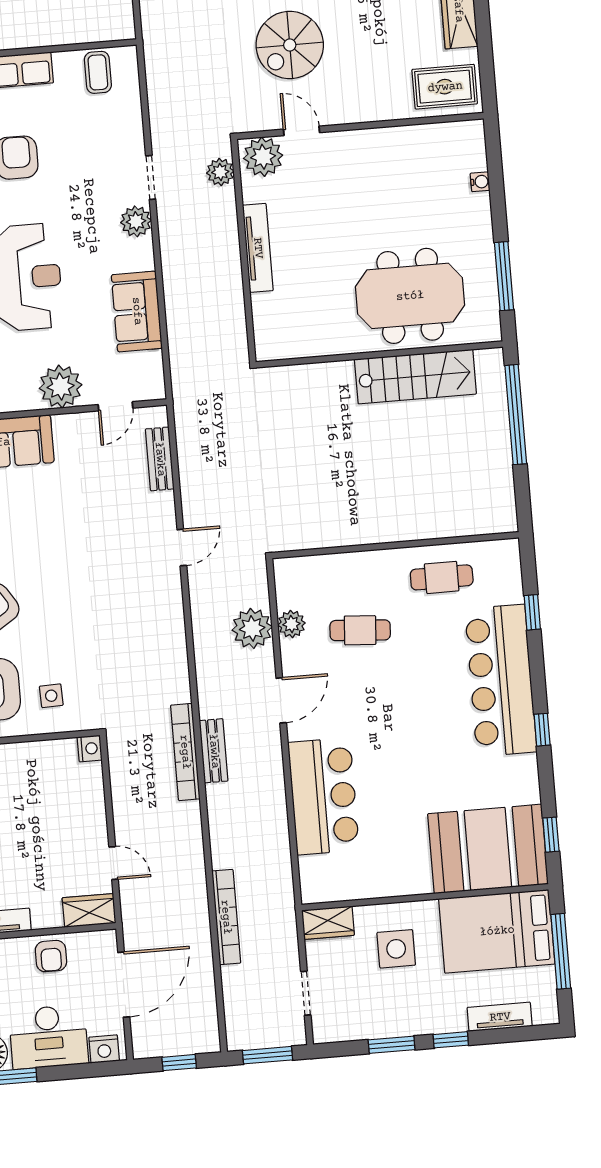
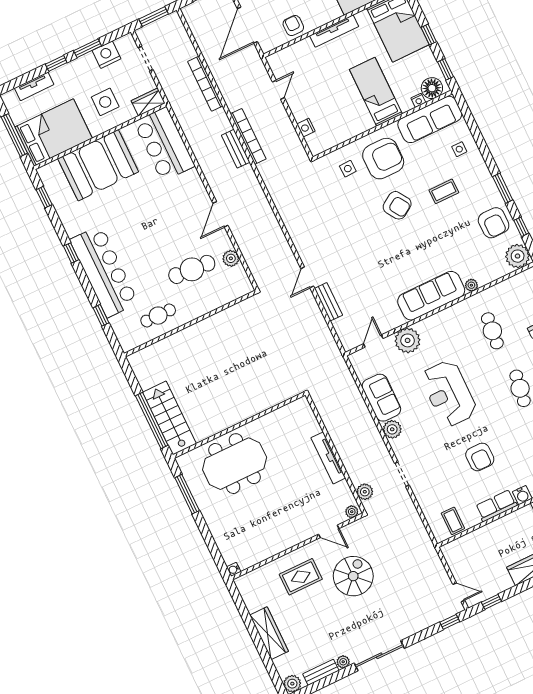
rug: (445, 87) -> (301, 577), moved
plant: (263, 157) -> (352, 512), width x0.53, depth x0.53
water cooler: (480, 182) -> (234, 569), moved
plant: (136, 221) -> (392, 429), moved
stairs: (415, 377) -> (169, 418), moved, turned 90
bench: (160, 459) -> (328, 302), moved
plant: (252, 628) -> (252, 248), removed
cafe table: (360, 630) -> (192, 269), width x1.37, depth x1.35
nightstand: (90, 749) -> (306, 128), moved
bench: (214, 751) -> (236, 149), moved
bookcase: (185, 752) -> (248, 136), moved
bar counter: (324, 796) -> (164, 144), moved
booth: (488, 849) -> (98, 165), moved
door: (114, 863) -> (278, 90), swing flipped
wardrobe: (89, 910) -> (282, 59), removed
nightstand: (365, 1023) -> (107, 55), added

